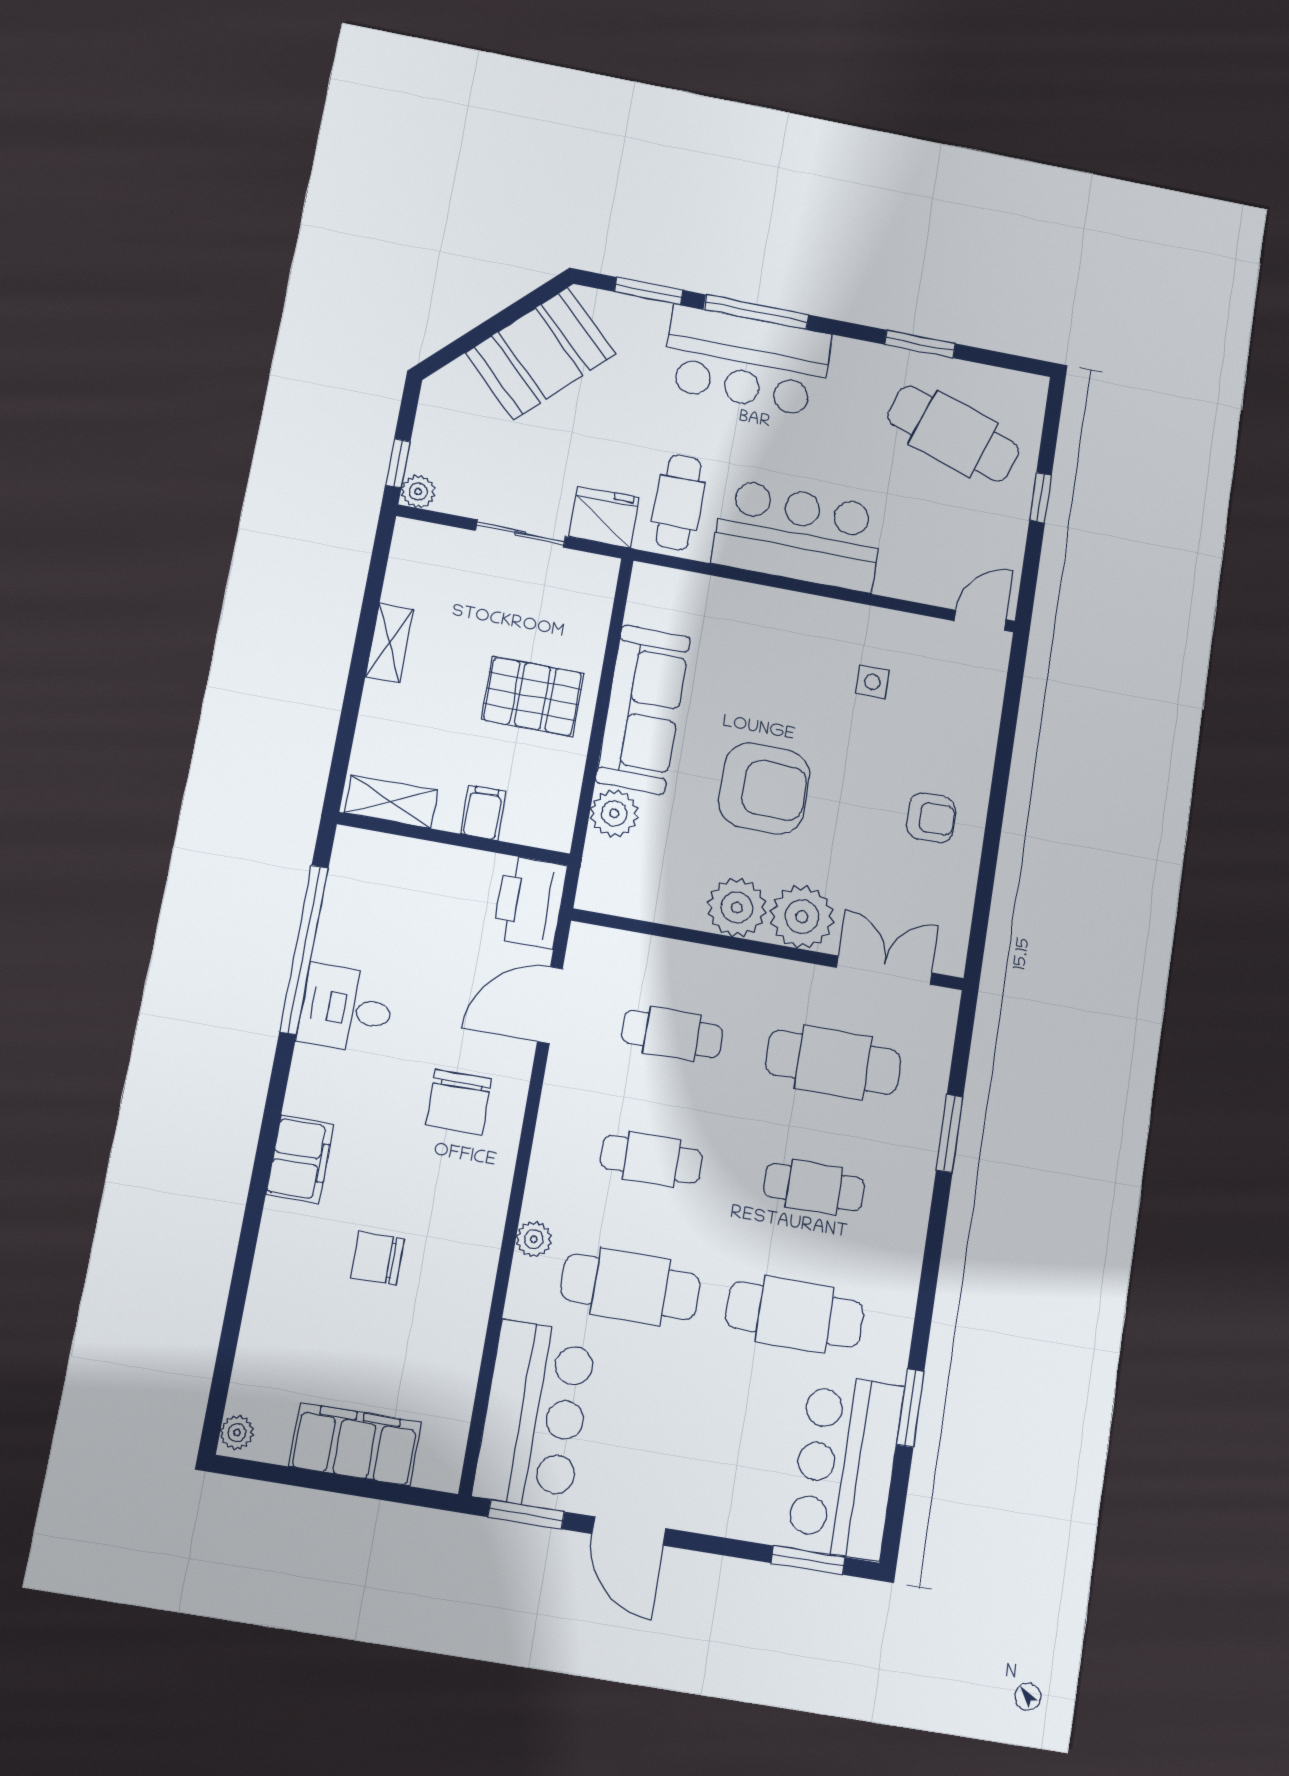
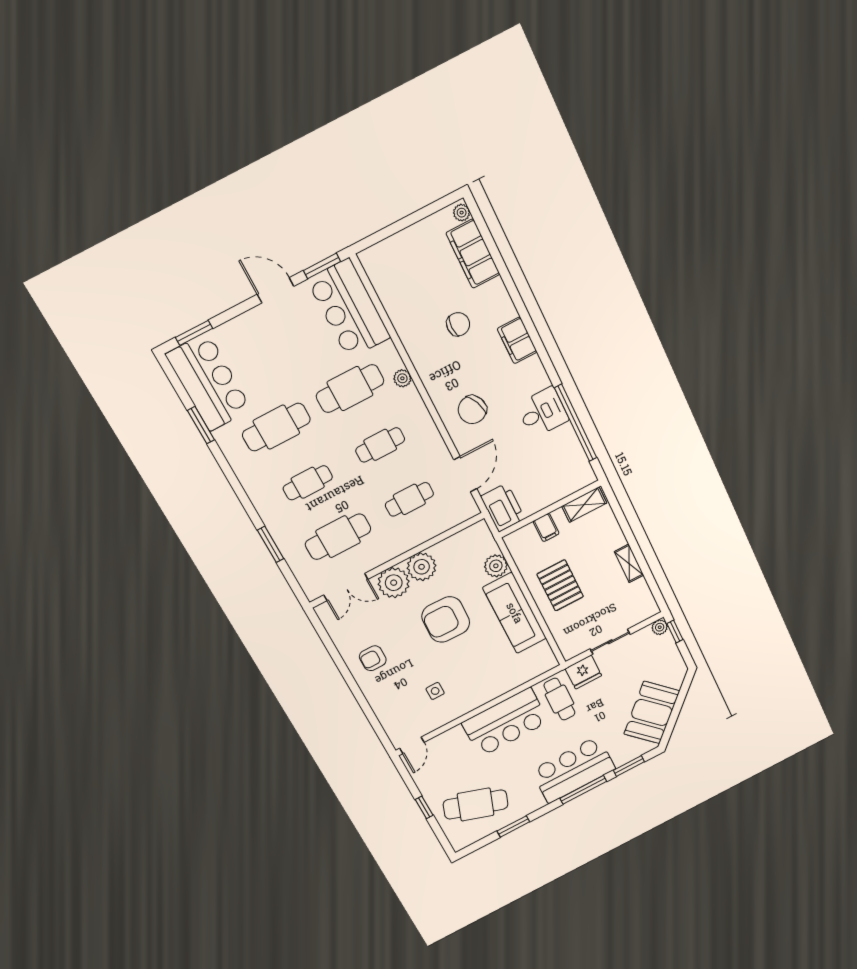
pallet: (533, 696) -> (560, 585), turned 90
chair: (459, 1102) -> (472, 410), turned -113
filing cabinet: (355, 1444) -> (473, 254), moved, turned 90

